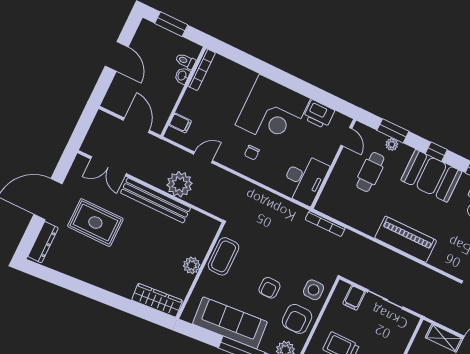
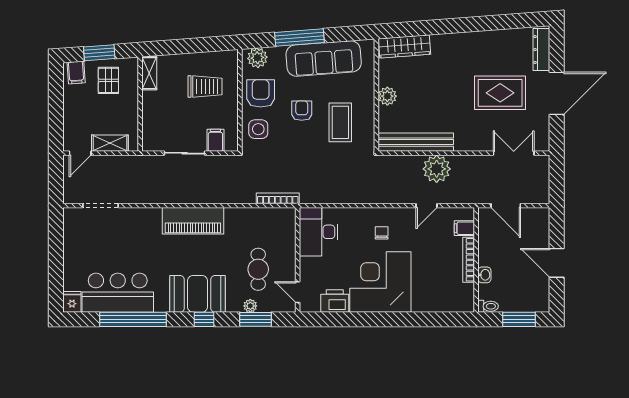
toilet: (186, 61) -> (488, 306), moved
bookcase: (202, 69) -> (469, 260), moved
bench: (156, 200) -> (416, 142), moved
coffee table: (224, 256) -> (340, 122), moved

